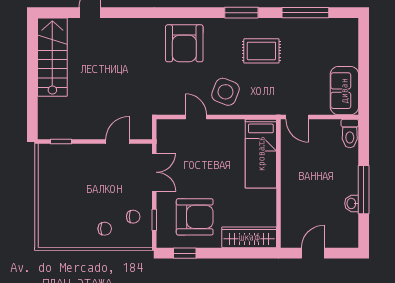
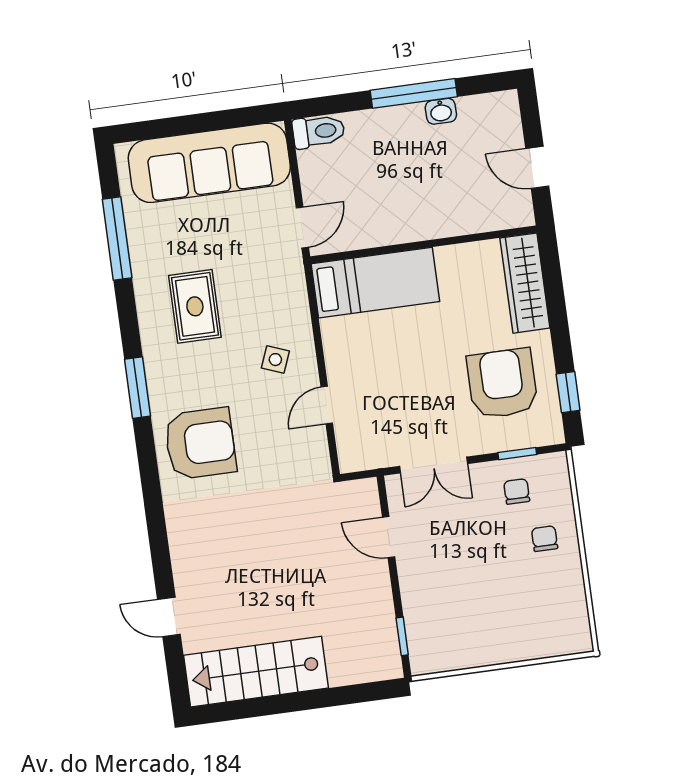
window: (241, 13) -> (138, 388), moved
sofa: (344, 91) -> (209, 163), width x1.85, depth x1.27
side table: (225, 92) -> (275, 360), width x0.54, depth x0.54
double door: (154, 172) -> (434, 465), swing flipped

